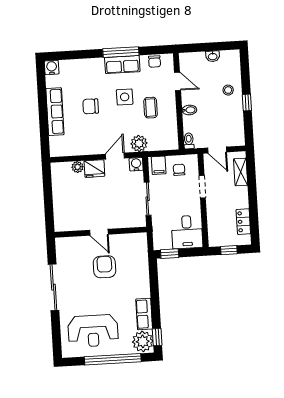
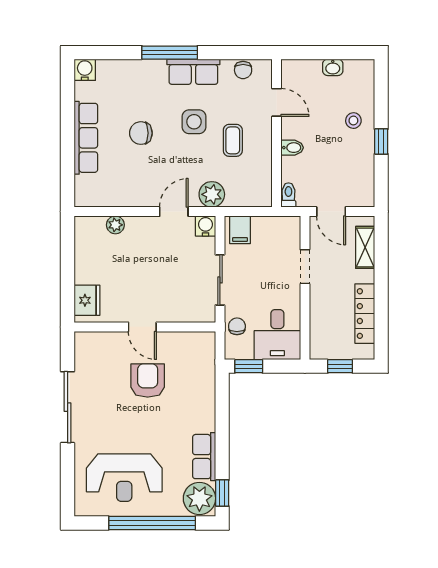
window: (121, 52) -> (170, 53), moved
fridge: (94, 169) -> (87, 300), moved, turned -90
chair: (179, 170) -> (237, 326), moved
locker: (243, 222) -> (365, 314), width x1.53

